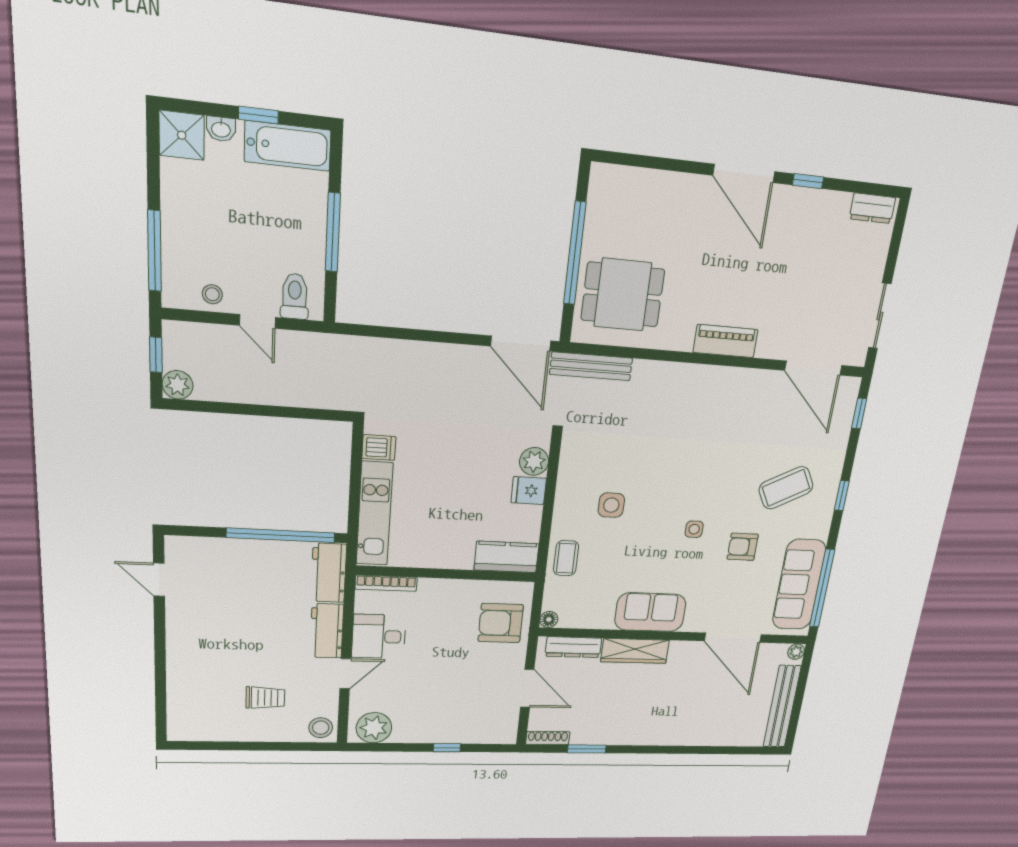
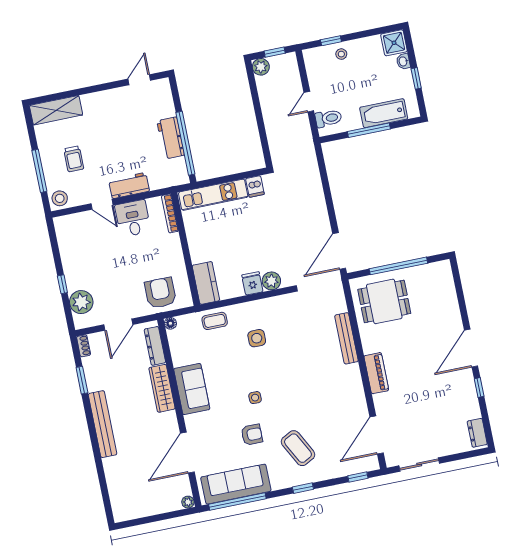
bathtub: (288, 146) -> (384, 113), moved, turned 90
window: (154, 251) -> (331, 41), width x0.46
stool: (212, 294) -> (341, 54), moved
dining table: (623, 295) -> (384, 301), turned 90
bench: (591, 366) -> (346, 338), moved
armchair: (743, 547) -> (252, 435), turned 90
workbench: (329, 573) -> (171, 138), moved, turned -90
shelving: (183, 707) -> (56, 110), added
bench: (782, 707) -> (103, 424), moved, turned 90
plant: (374, 728) -> (81, 302), moved
shoe rack: (548, 738) -> (84, 346), width x0.70
window: (272, 746) -> (39, 171), added

